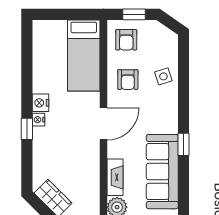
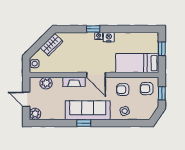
window: (60, 14) -> (162, 49), added
sofa: (162, 172) -> (88, 110), moved
fireplace: (115, 177) -> (74, 82), moved

